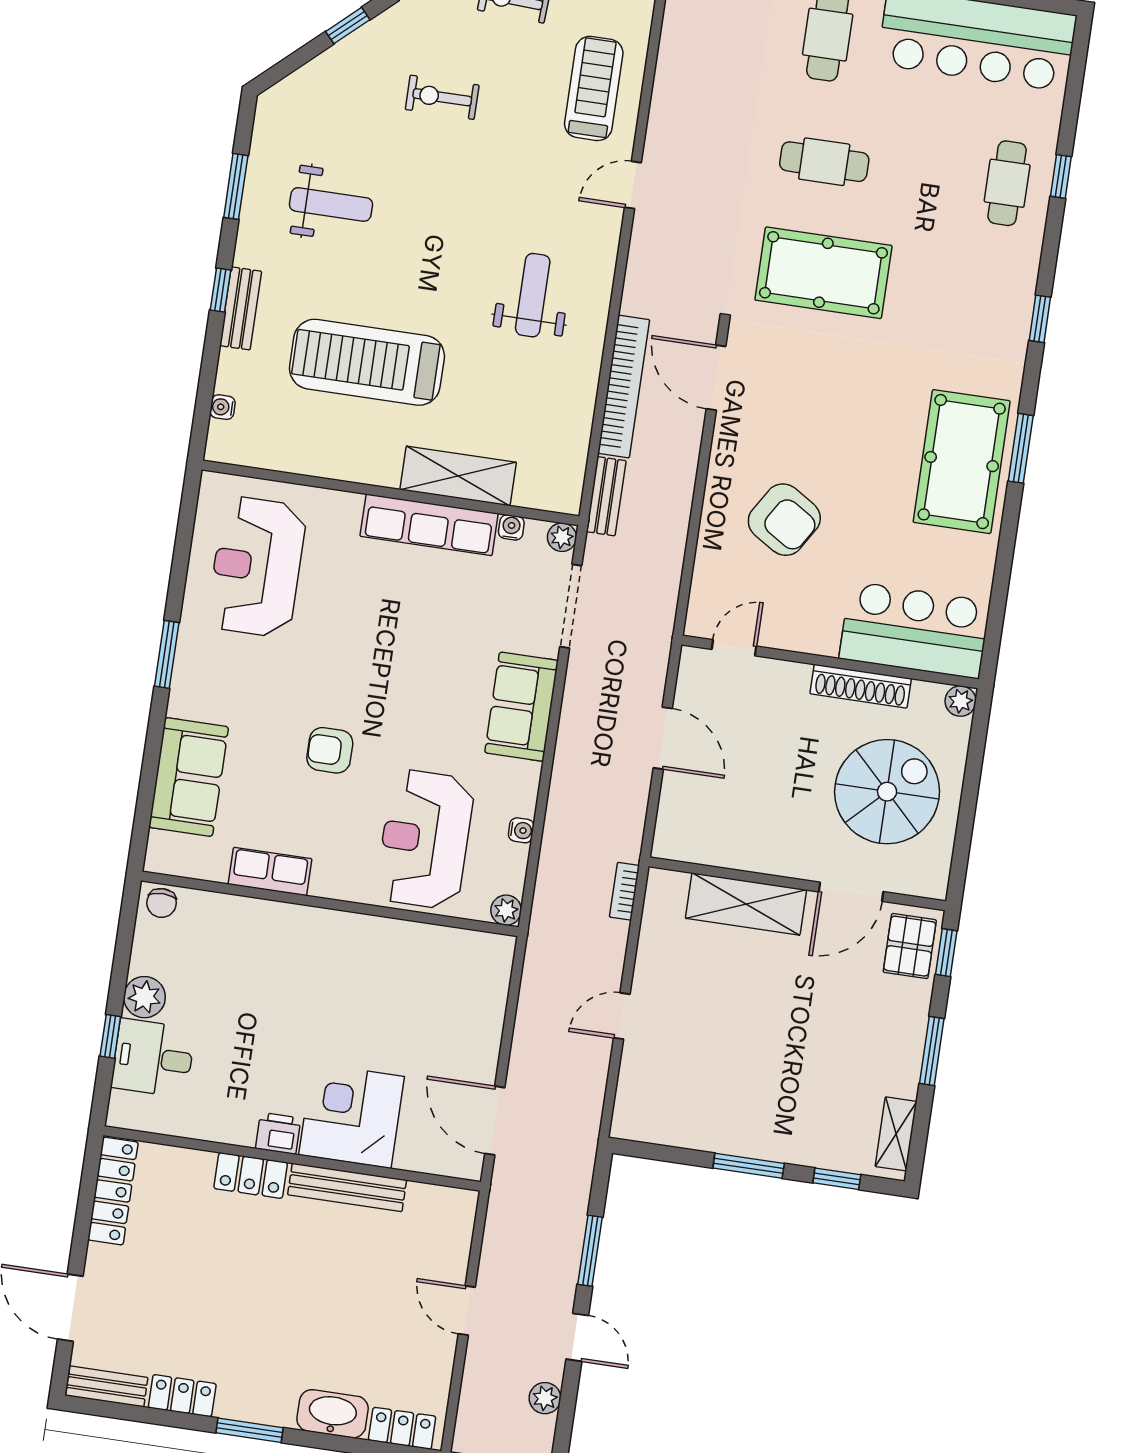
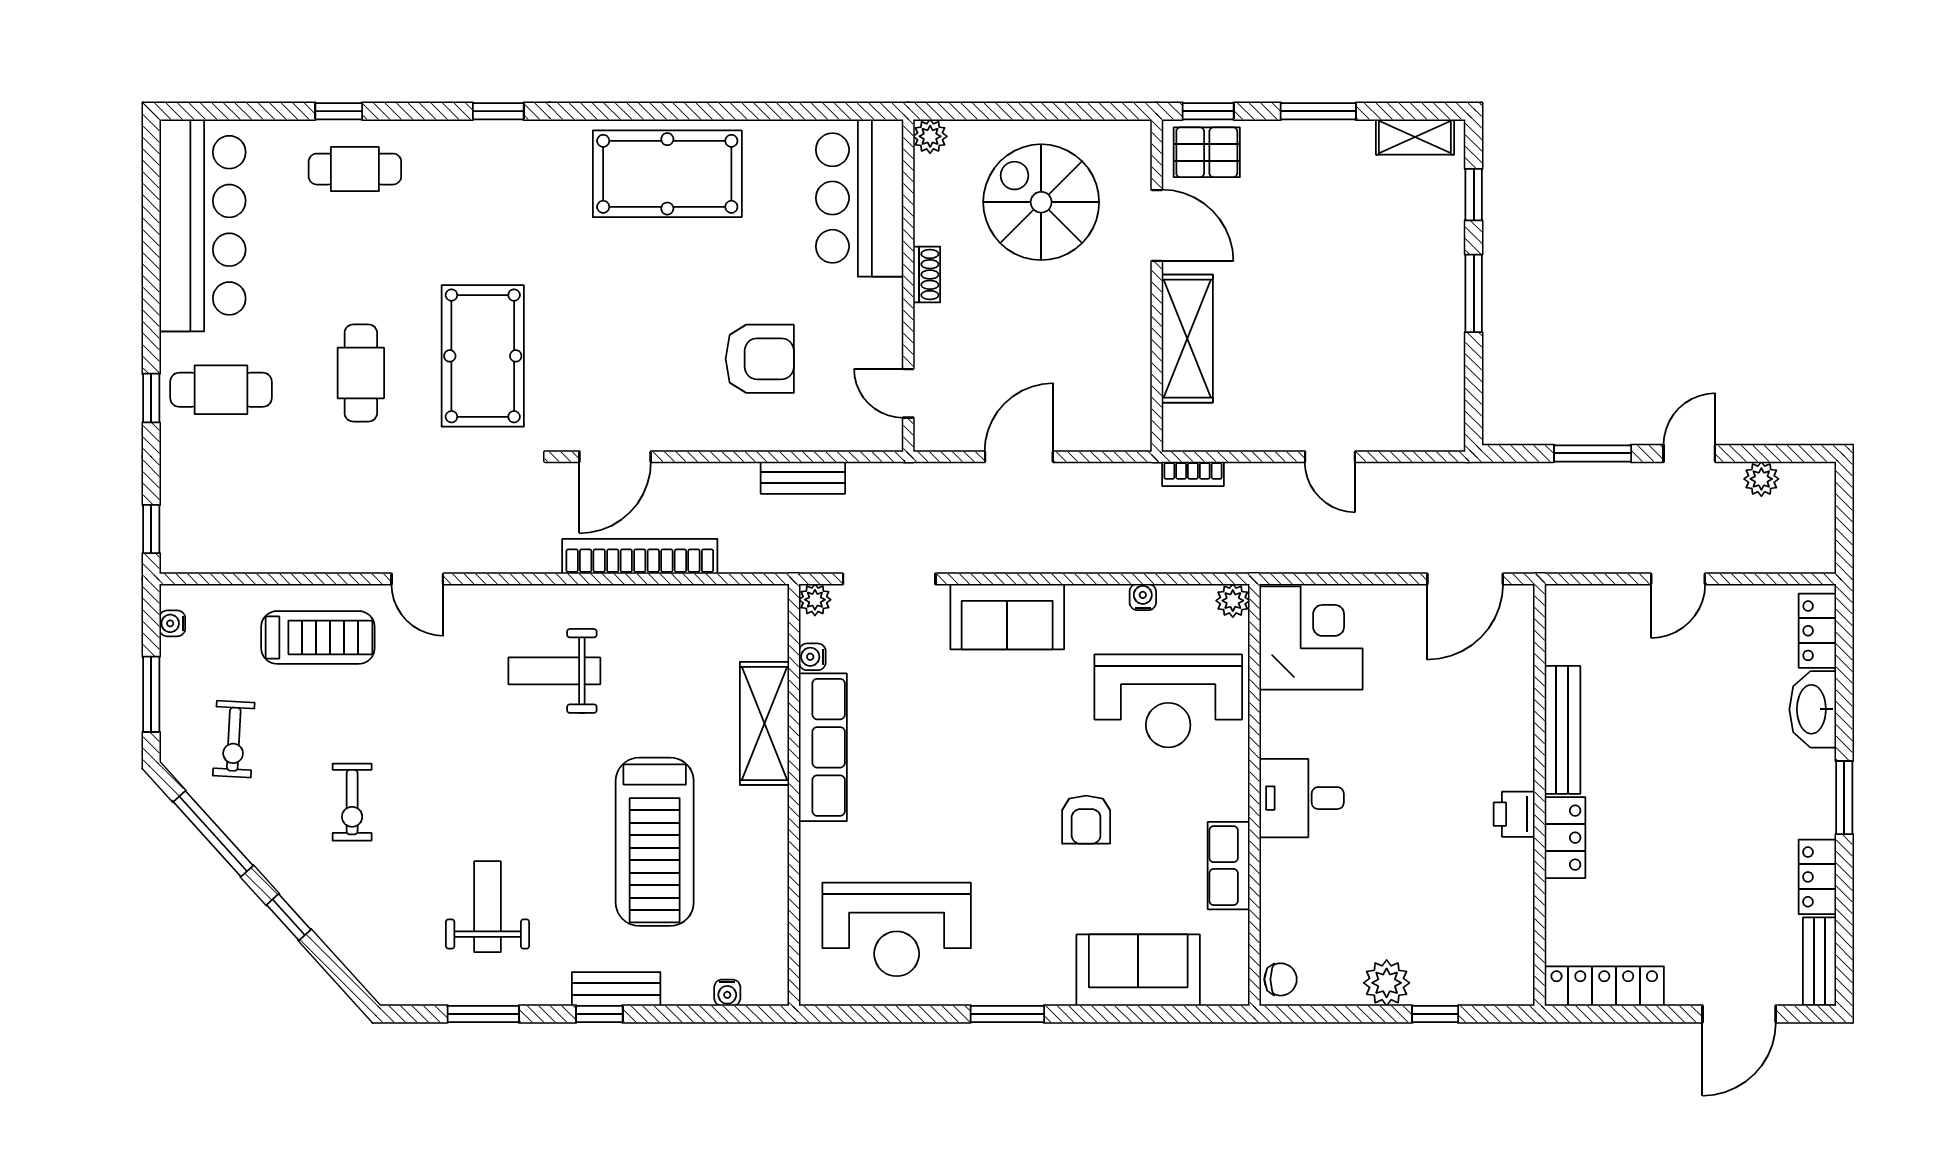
treadmill: (594, 88) -> (318, 637), turned 180
window: (1021, 448) -> (643, 111), removed
bench: (606, 496) -> (803, 478), moved
armchair: (784, 520) -> (760, 359), turned 58
shoe rack: (861, 686) -> (927, 275), width x0.51, depth x0.81
desk: (153, 1058) -> (1302, 798), moved, turned 90
corner desk: (352, 1116) -> (1311, 638), moved, turned 180

